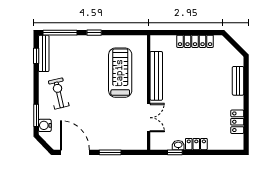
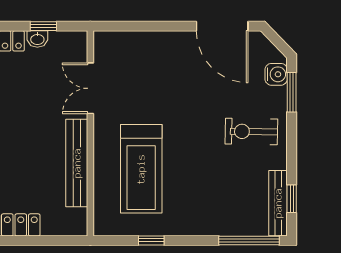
window: (94, 33) -> (151, 240), moved
exercise bike: (59, 93) -> (251, 132), turned 104
window: (110, 152) -> (159, 26), removed

